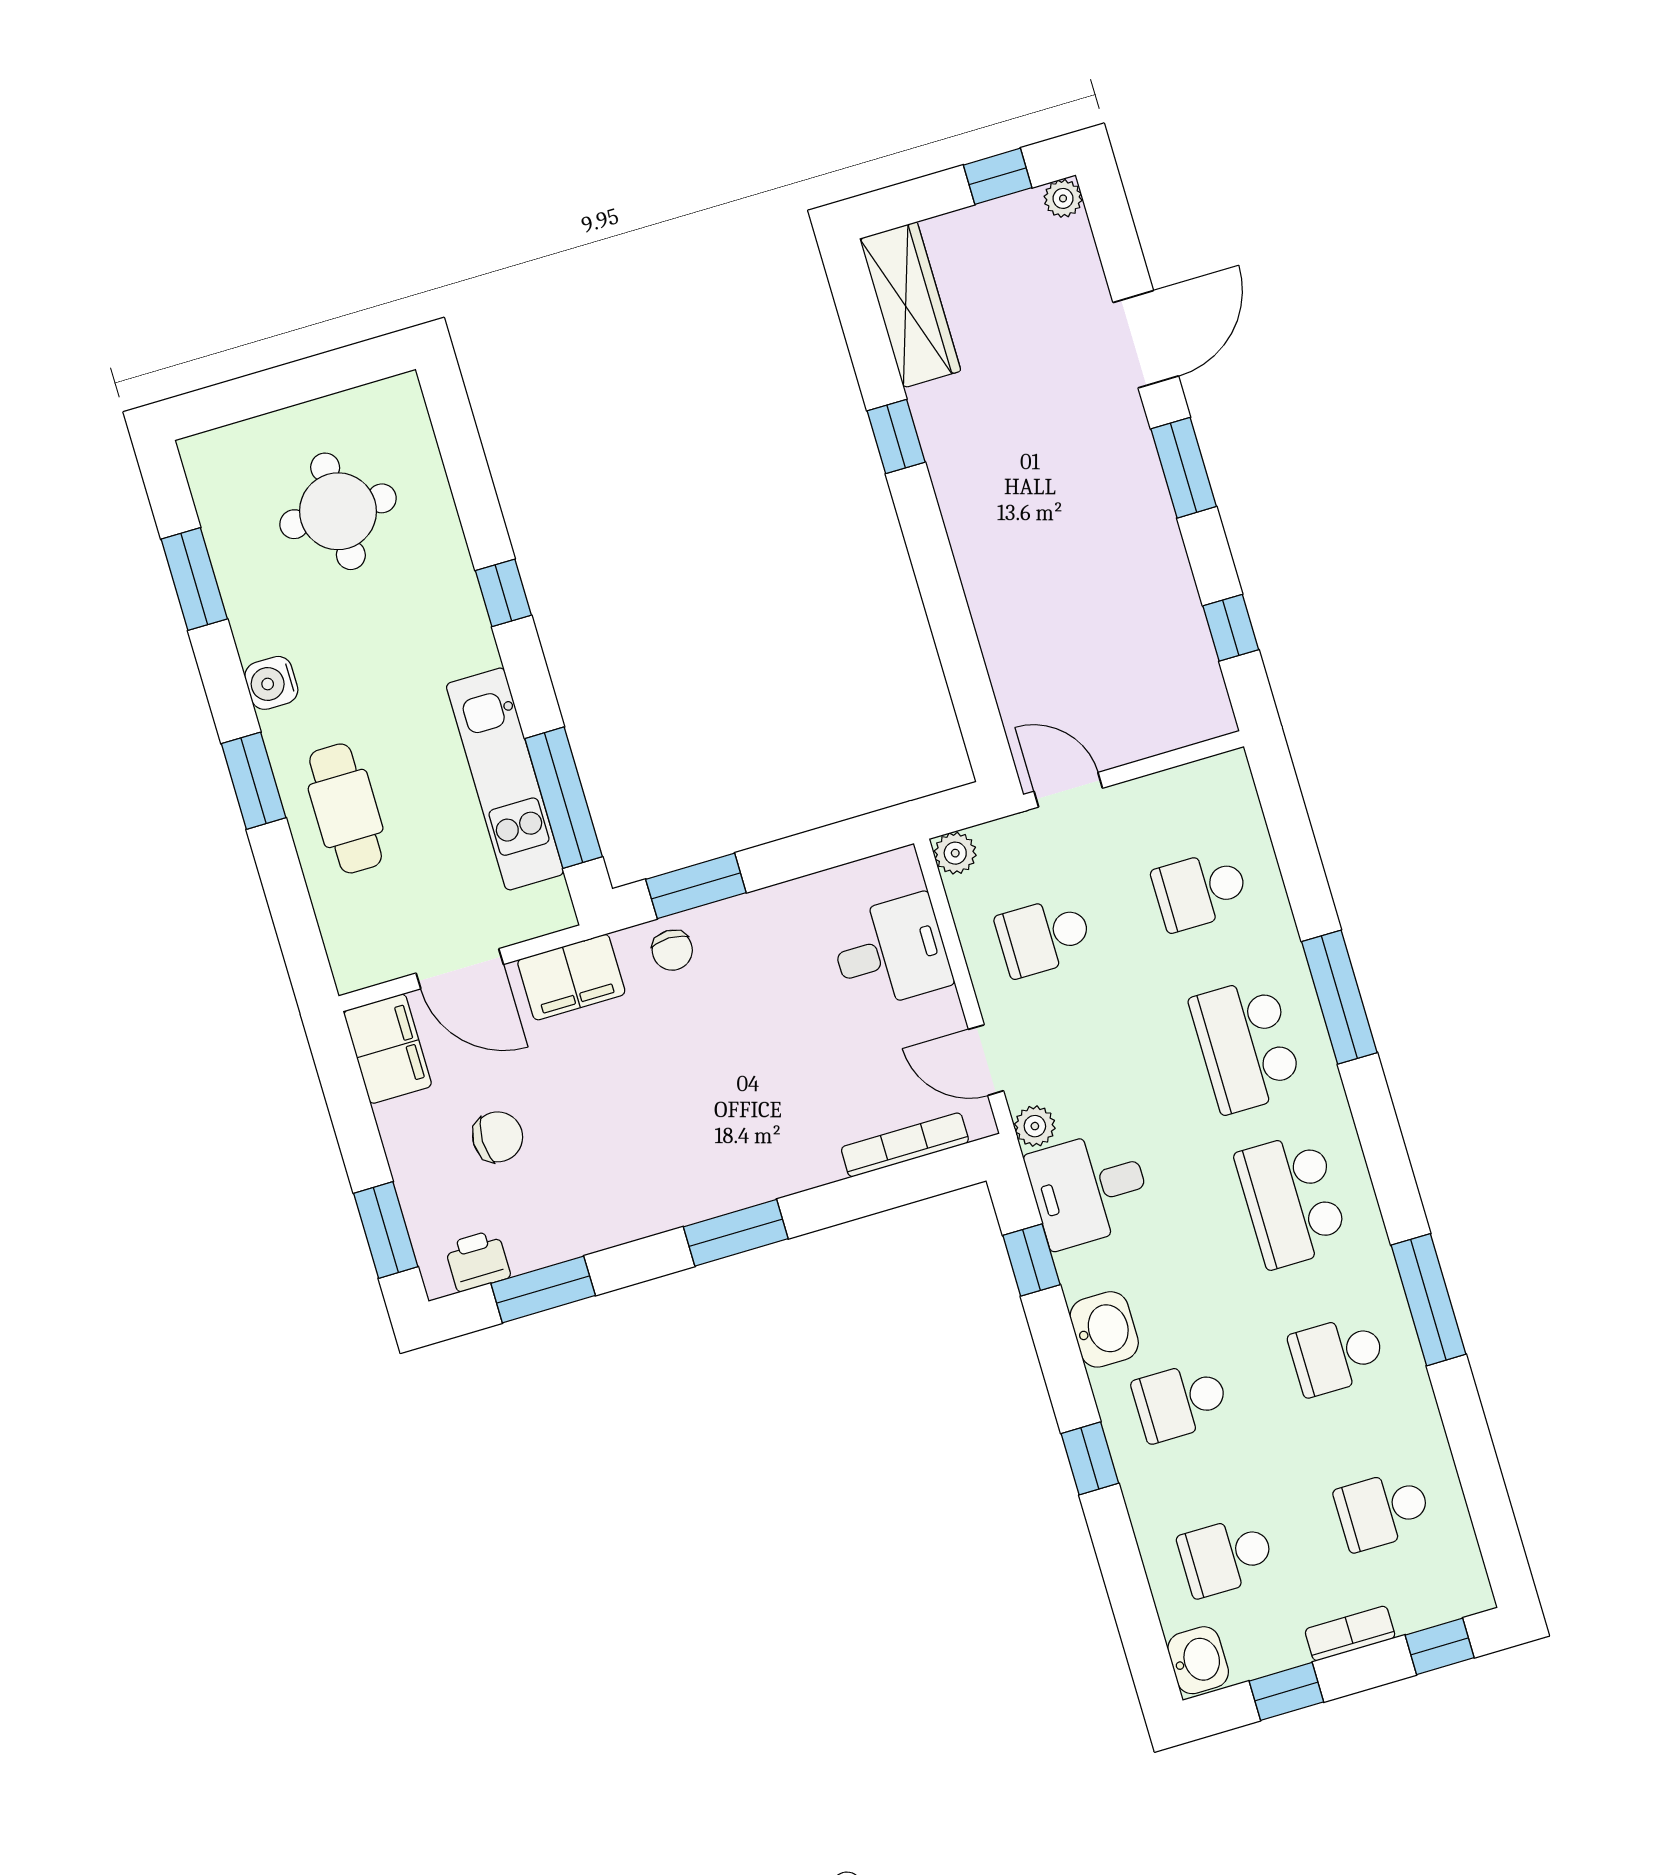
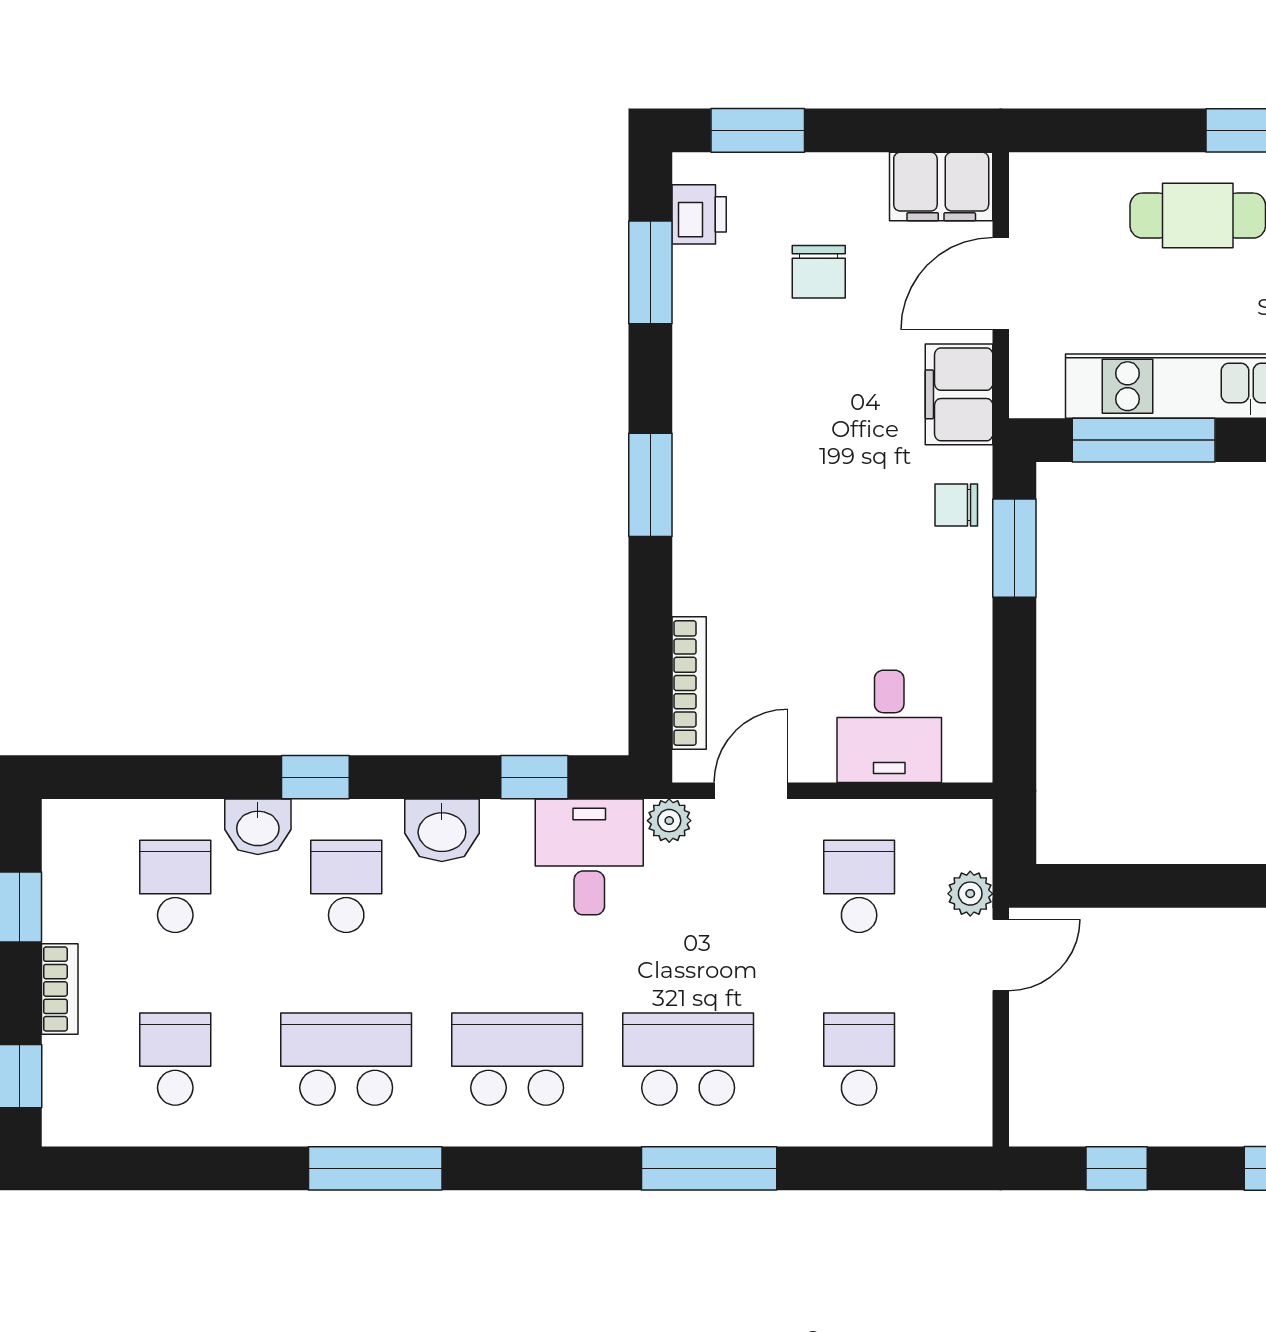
plant: (955, 853) -> (970, 894), moved
school desk: (1337, 1355) -> (346, 1059), width x1.85
washbasin: (1198, 1660) -> (258, 827), moved

